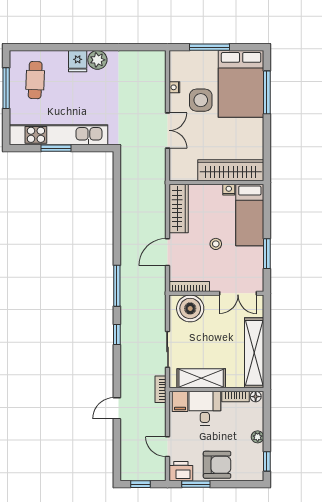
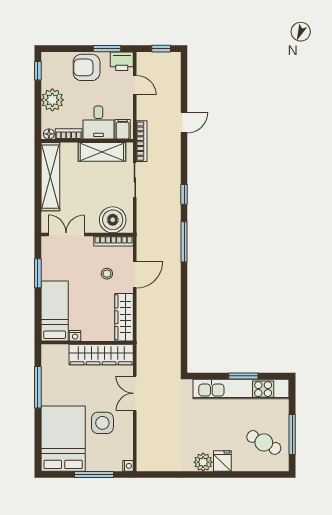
cafe table: (35, 80) -> (264, 442), turned -64
nightstand: (174, 87) -> (128, 466), moved
window: (267, 92) -> (38, 387), moved
wardrobe: (231, 170) -> (101, 355), moved
stool: (216, 244) -> (107, 274), moved
bookcase: (161, 389) -> (142, 141), width x1.56
plant: (258, 437) -> (52, 100), width x1.88, depth x1.88

